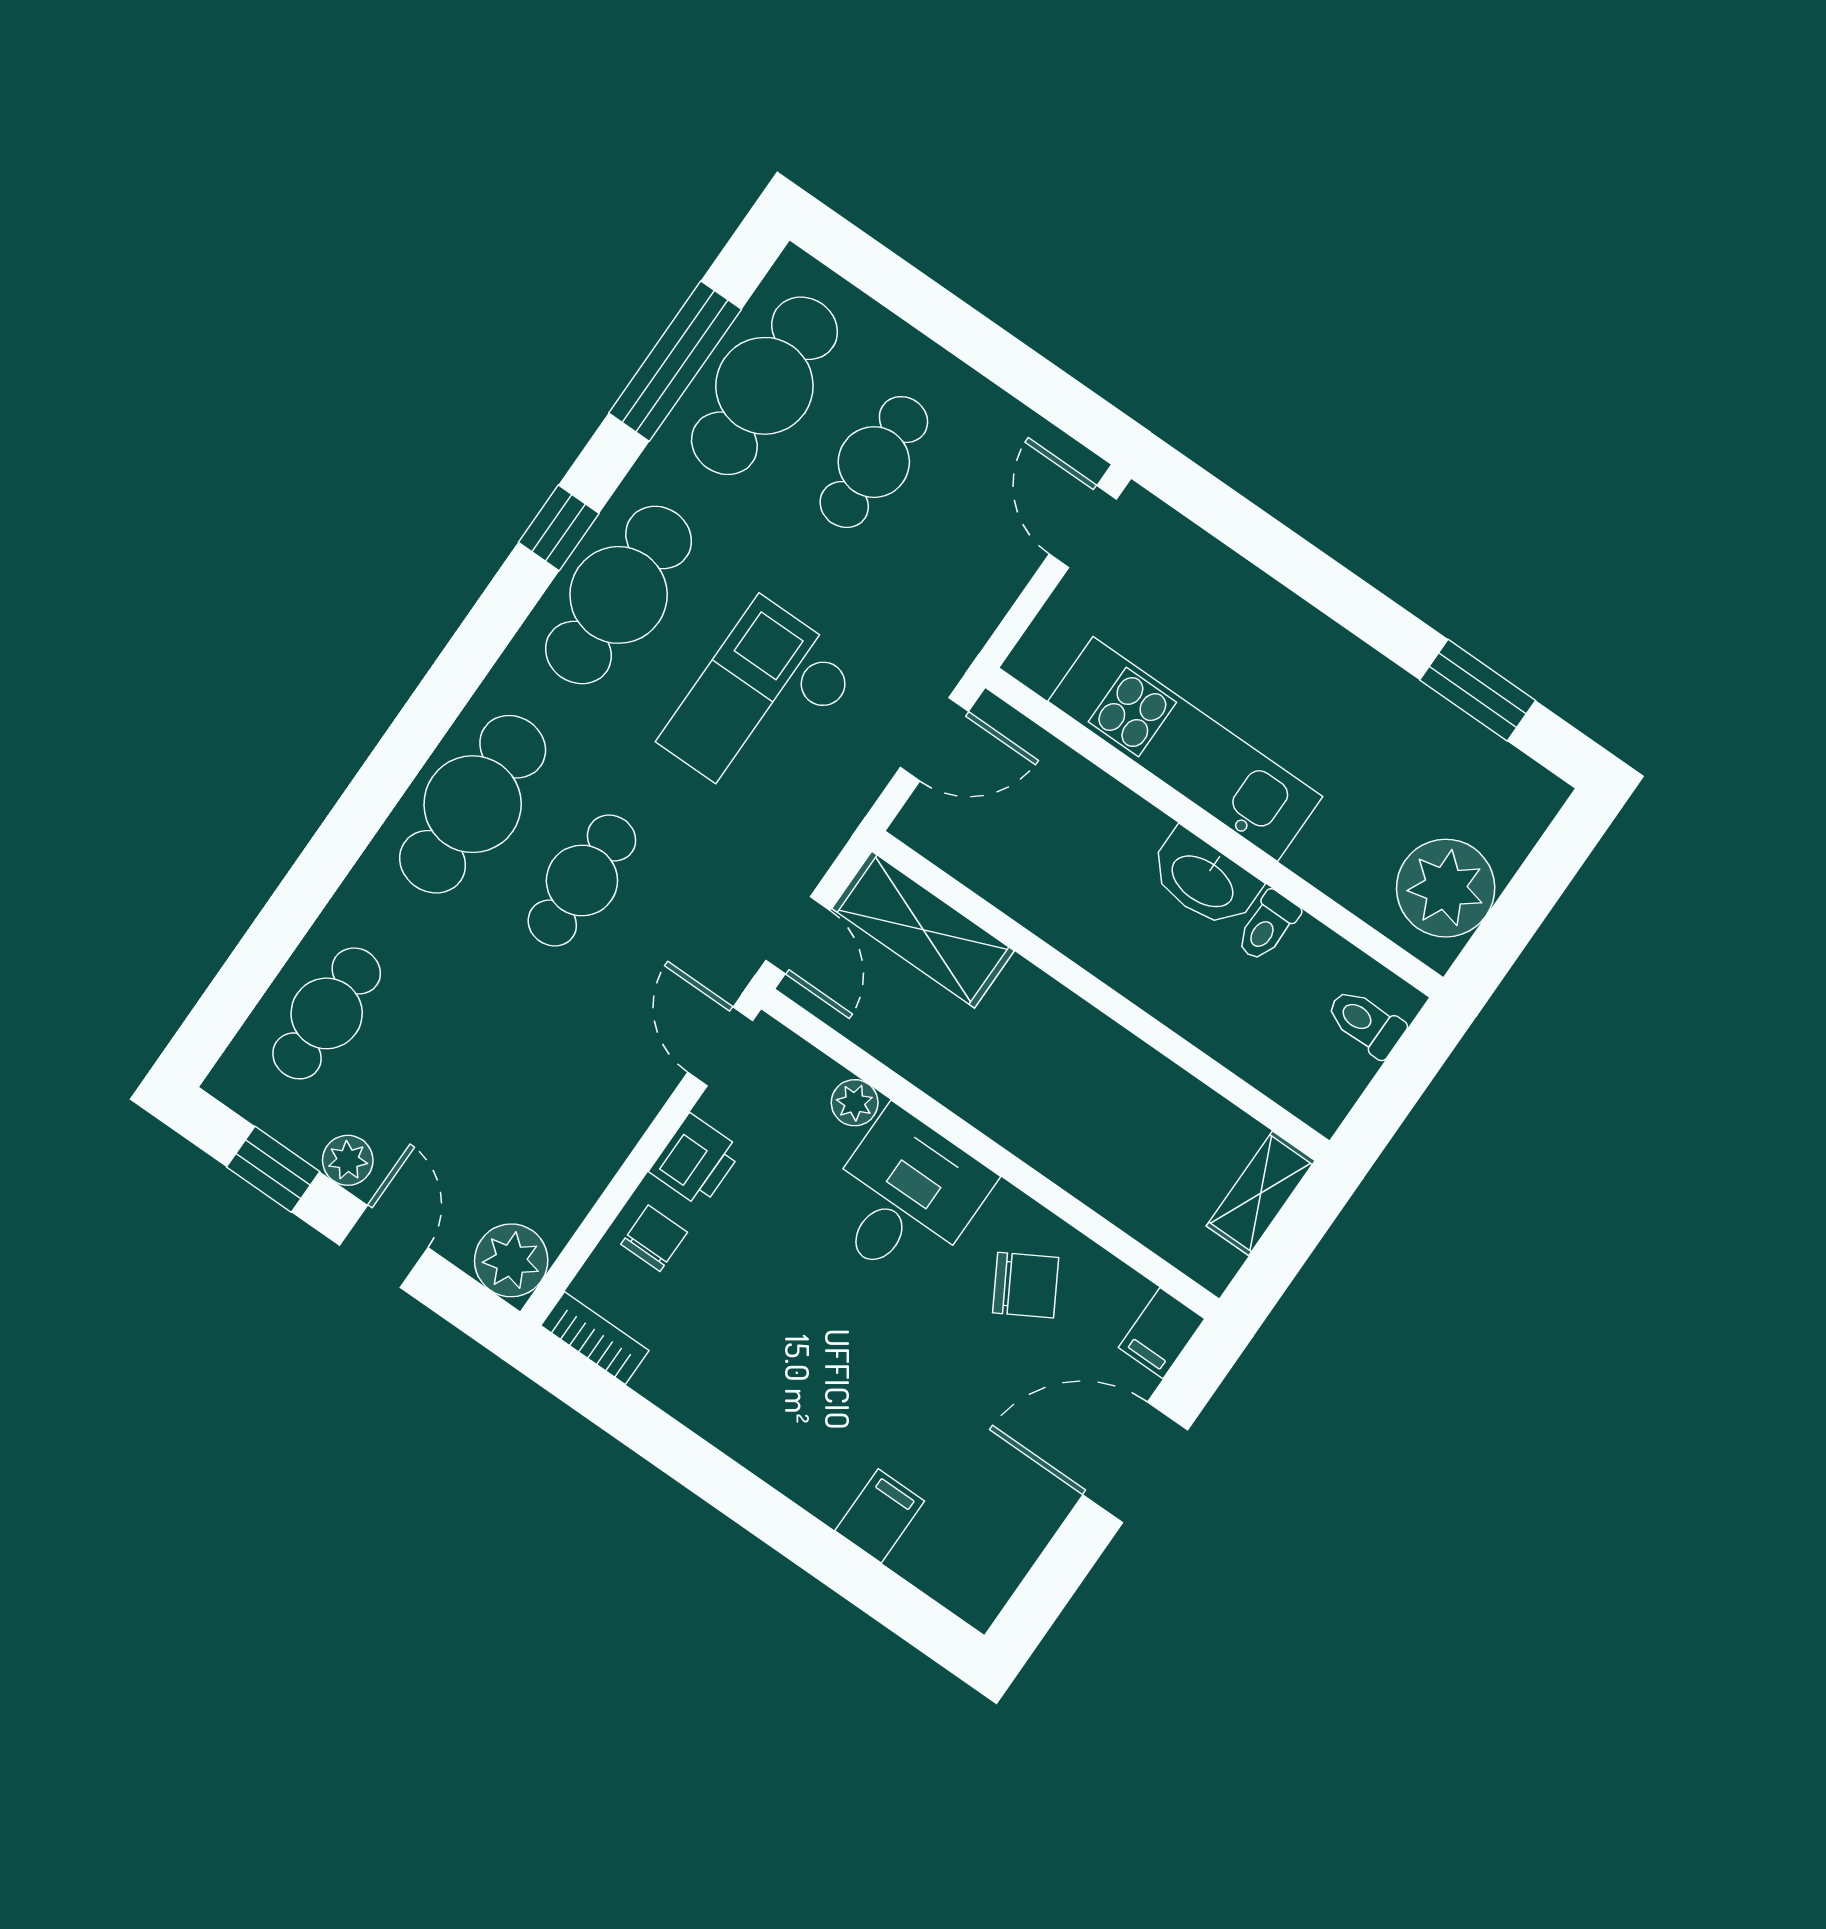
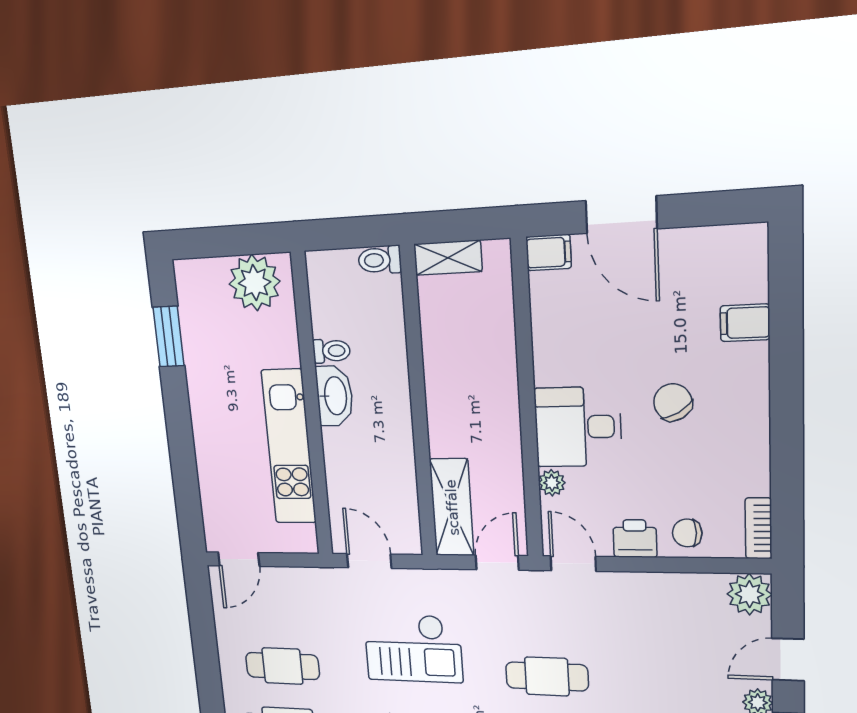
toilet: (1366, 1023) -> (380, 260), moved, turned 90
door: (720, 1046) -> (573, 564), swing flipped
chair: (1026, 1285) -> (673, 402), moved

